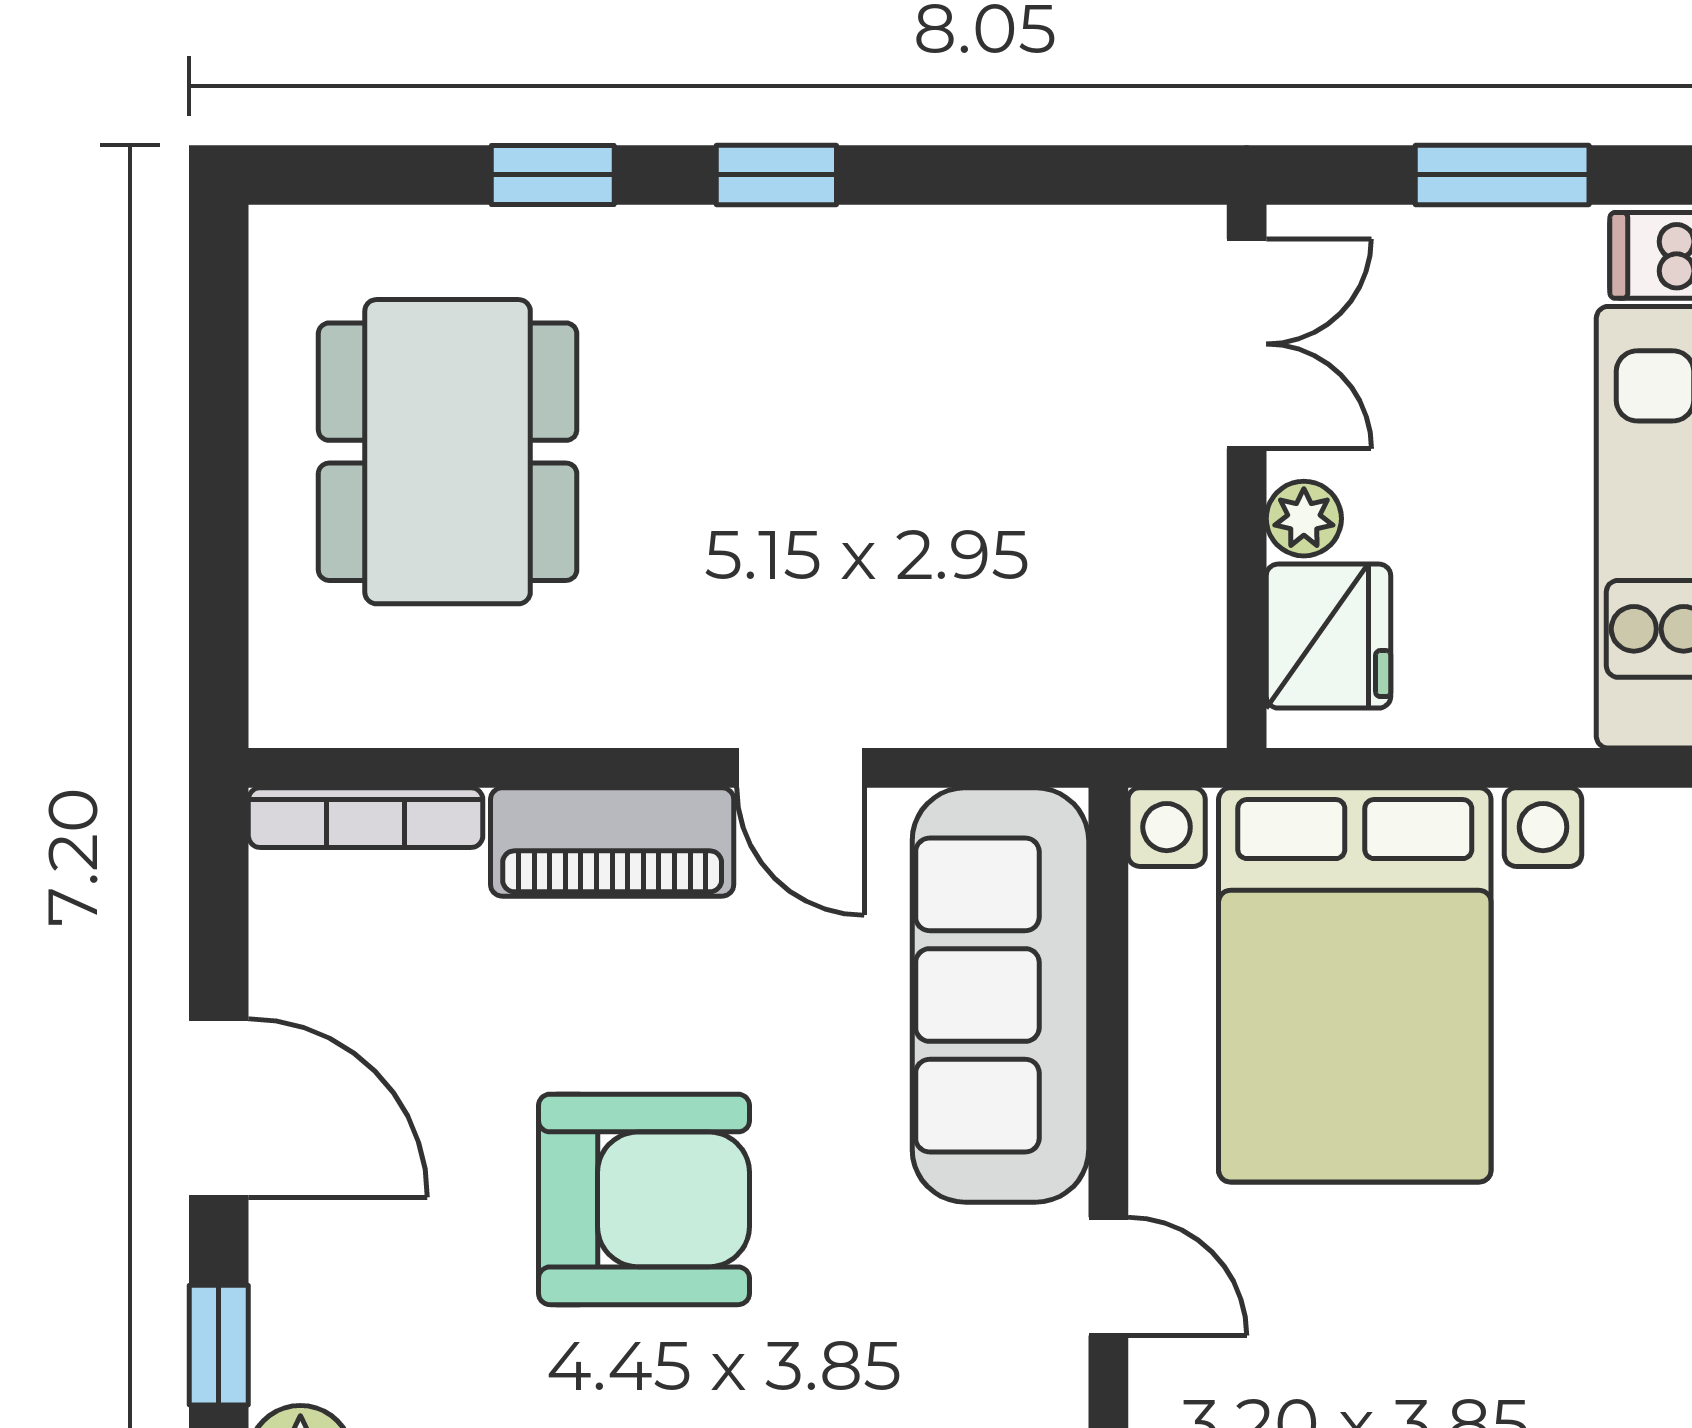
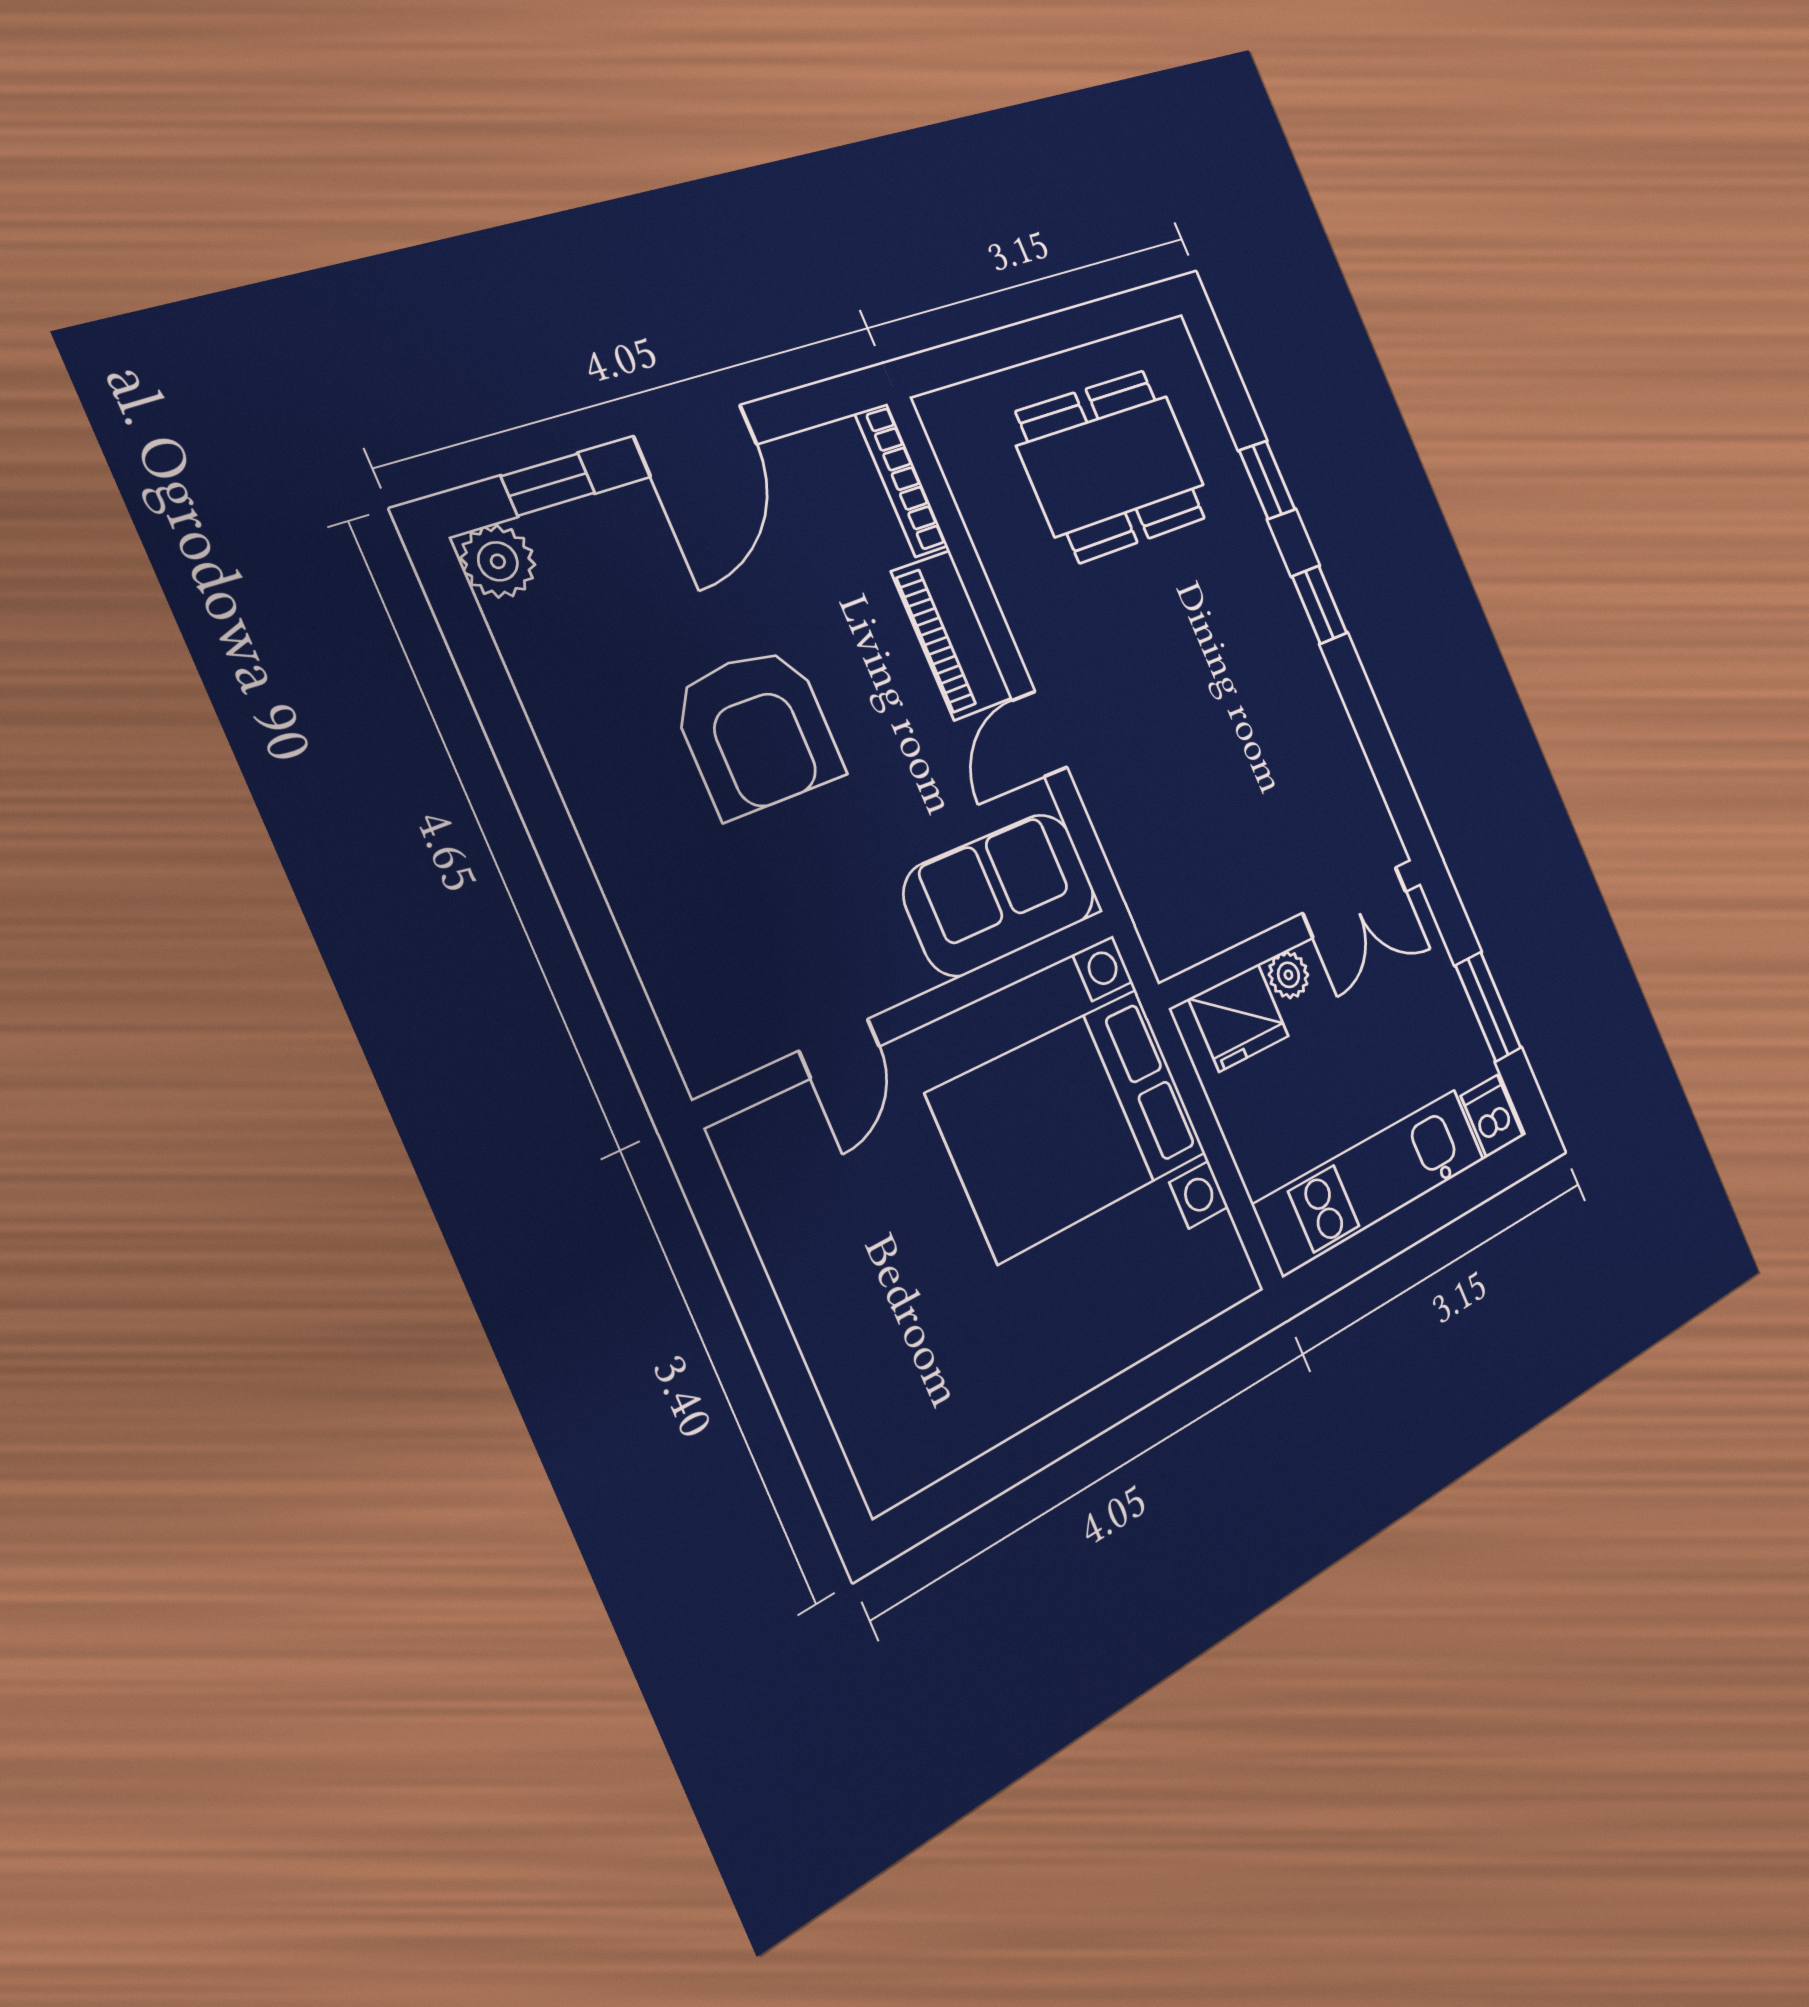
sofa: (1000, 995) -> (1000, 894), width x0.73

